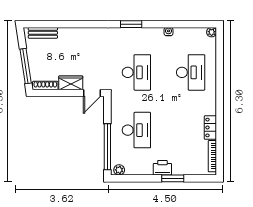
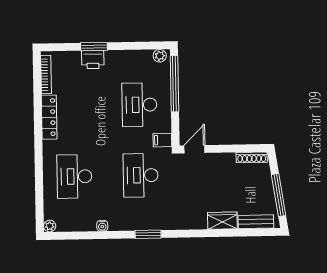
window: (26, 66) -> (279, 195), moved
wardrobe: (71, 83) -> (222, 221), moved, turned 180
filing cabinet: (118, 101) -> (162, 140), added
locker: (210, 127) -> (49, 117), width x1.53
printer: (162, 168) -> (93, 60), moved

